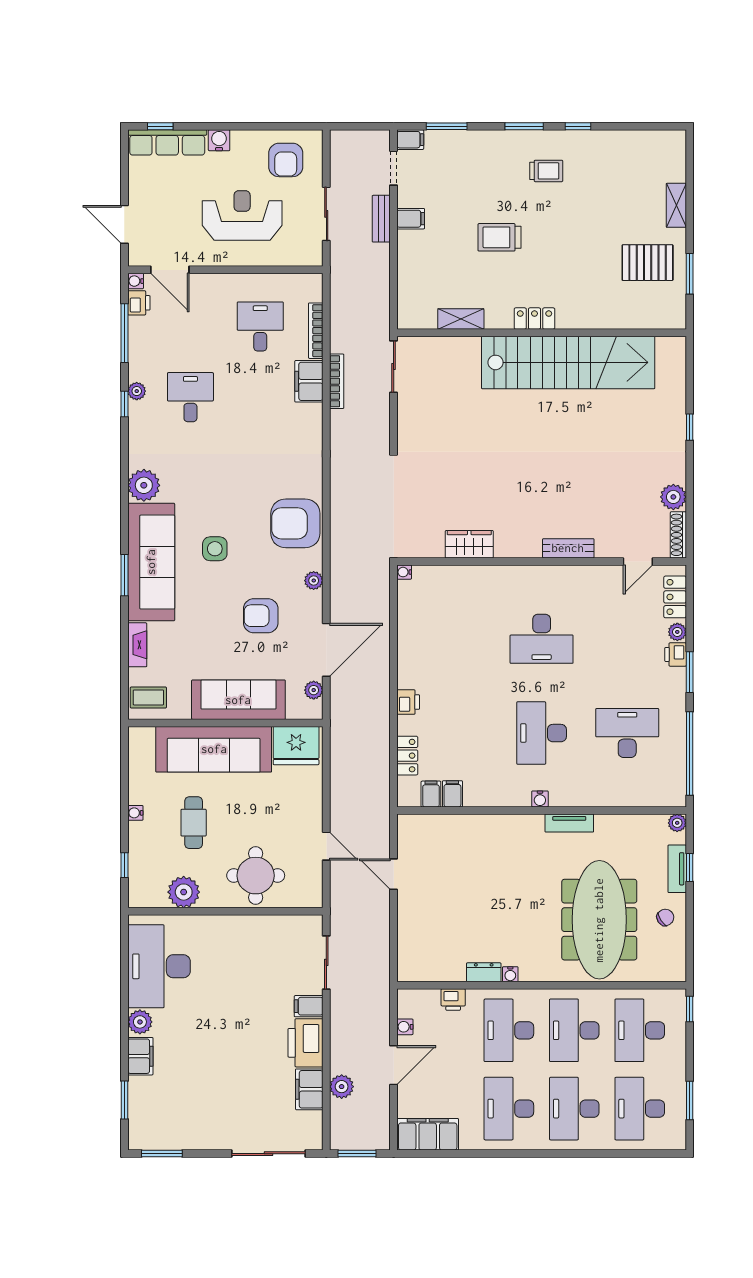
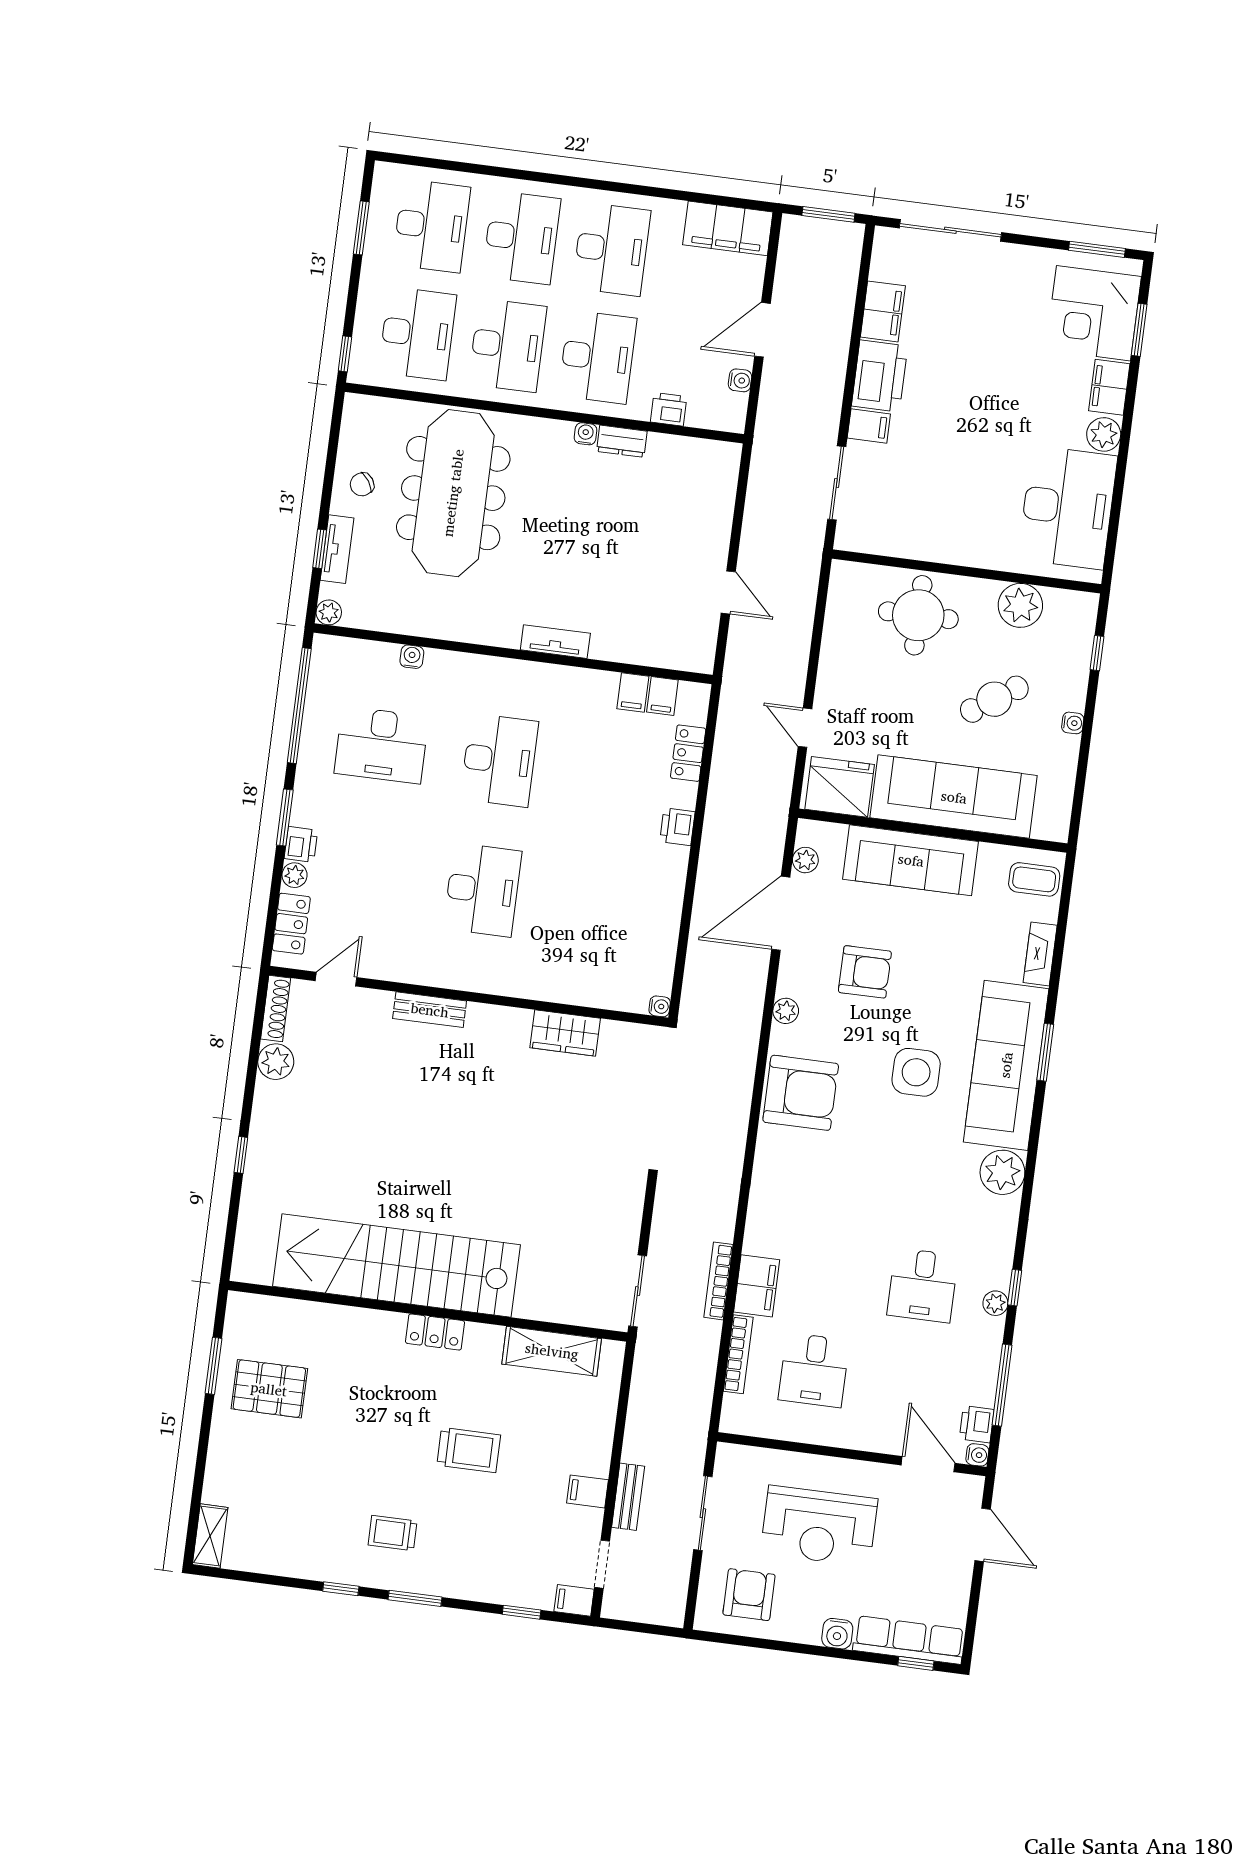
window: (447, 126) -> (522, 1612), width x0.67
shelving: (676, 205) -> (210, 1536), moved
shelving: (461, 319) -> (552, 1351), width x1.50, depth x1.33
side table: (215, 549) -> (916, 1072), width x1.37, depth x1.37
desk: (542, 639) -> (482, 890), turned 90
water cooler: (540, 799) -> (412, 657), moved
cafe table: (194, 823) -> (994, 699), turned 56
tv unit: (569, 823) -> (555, 642), moved
door: (326, 846) -> (805, 728), moved
plant: (342, 1087) -> (838, 309), removed
corner desk: (159, 1108) -> (1093, 313), added

